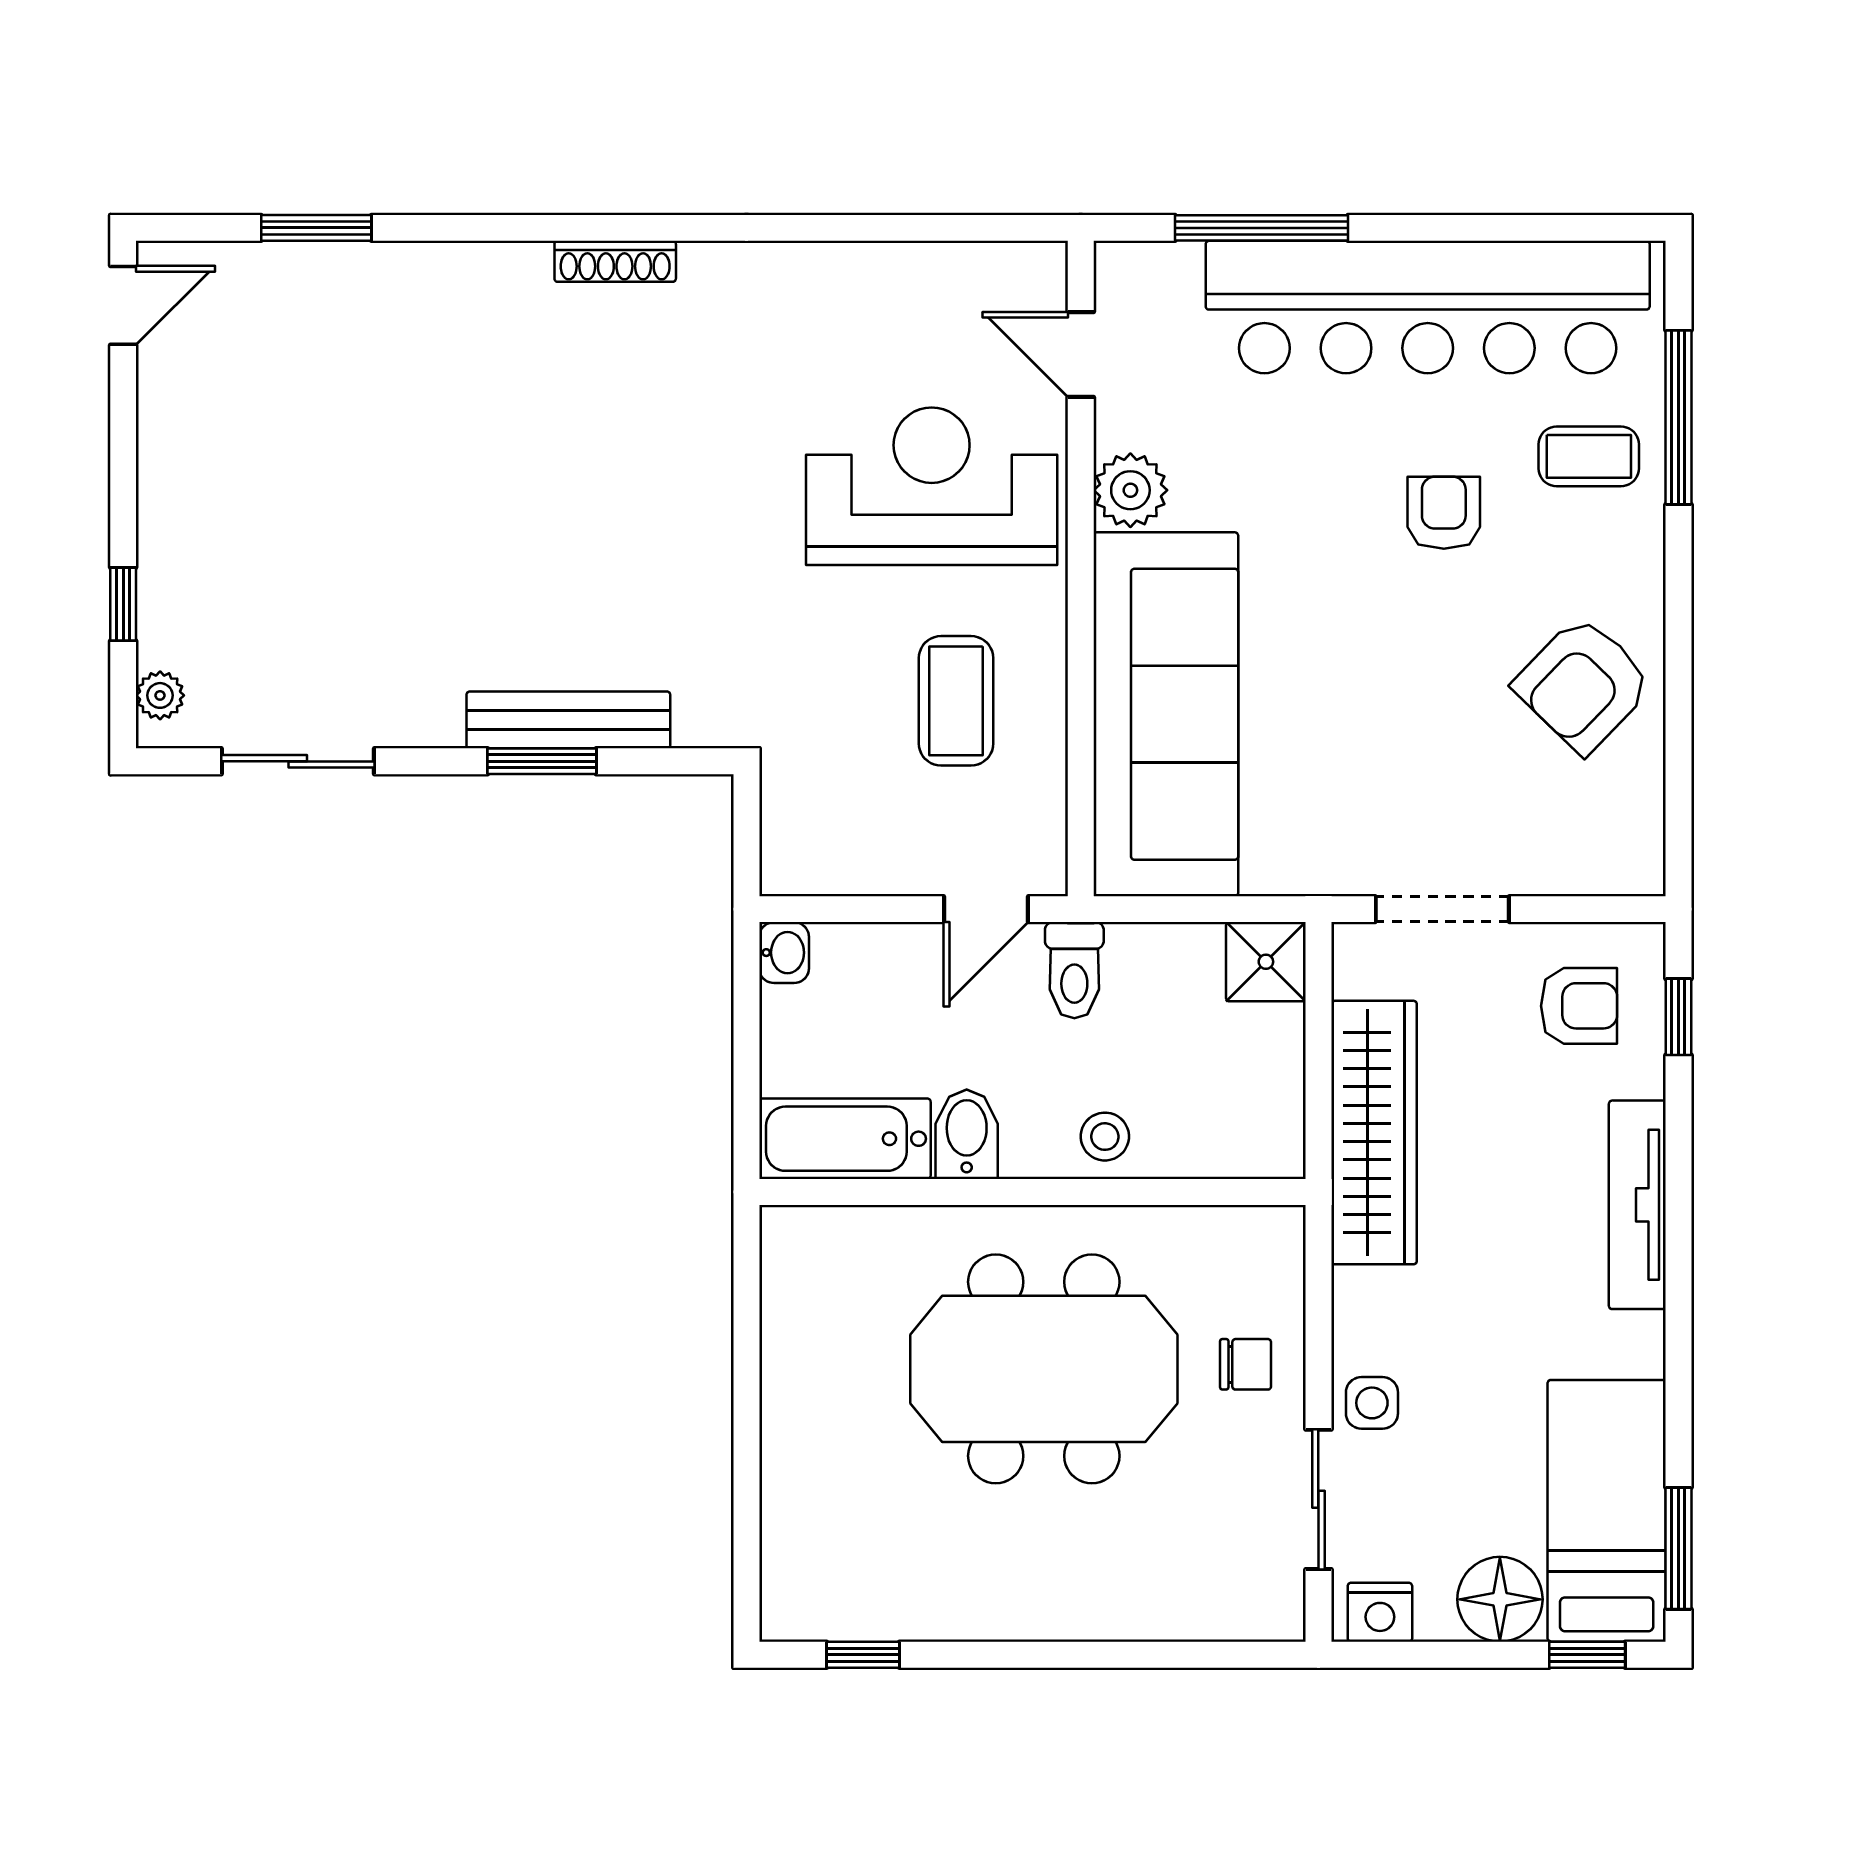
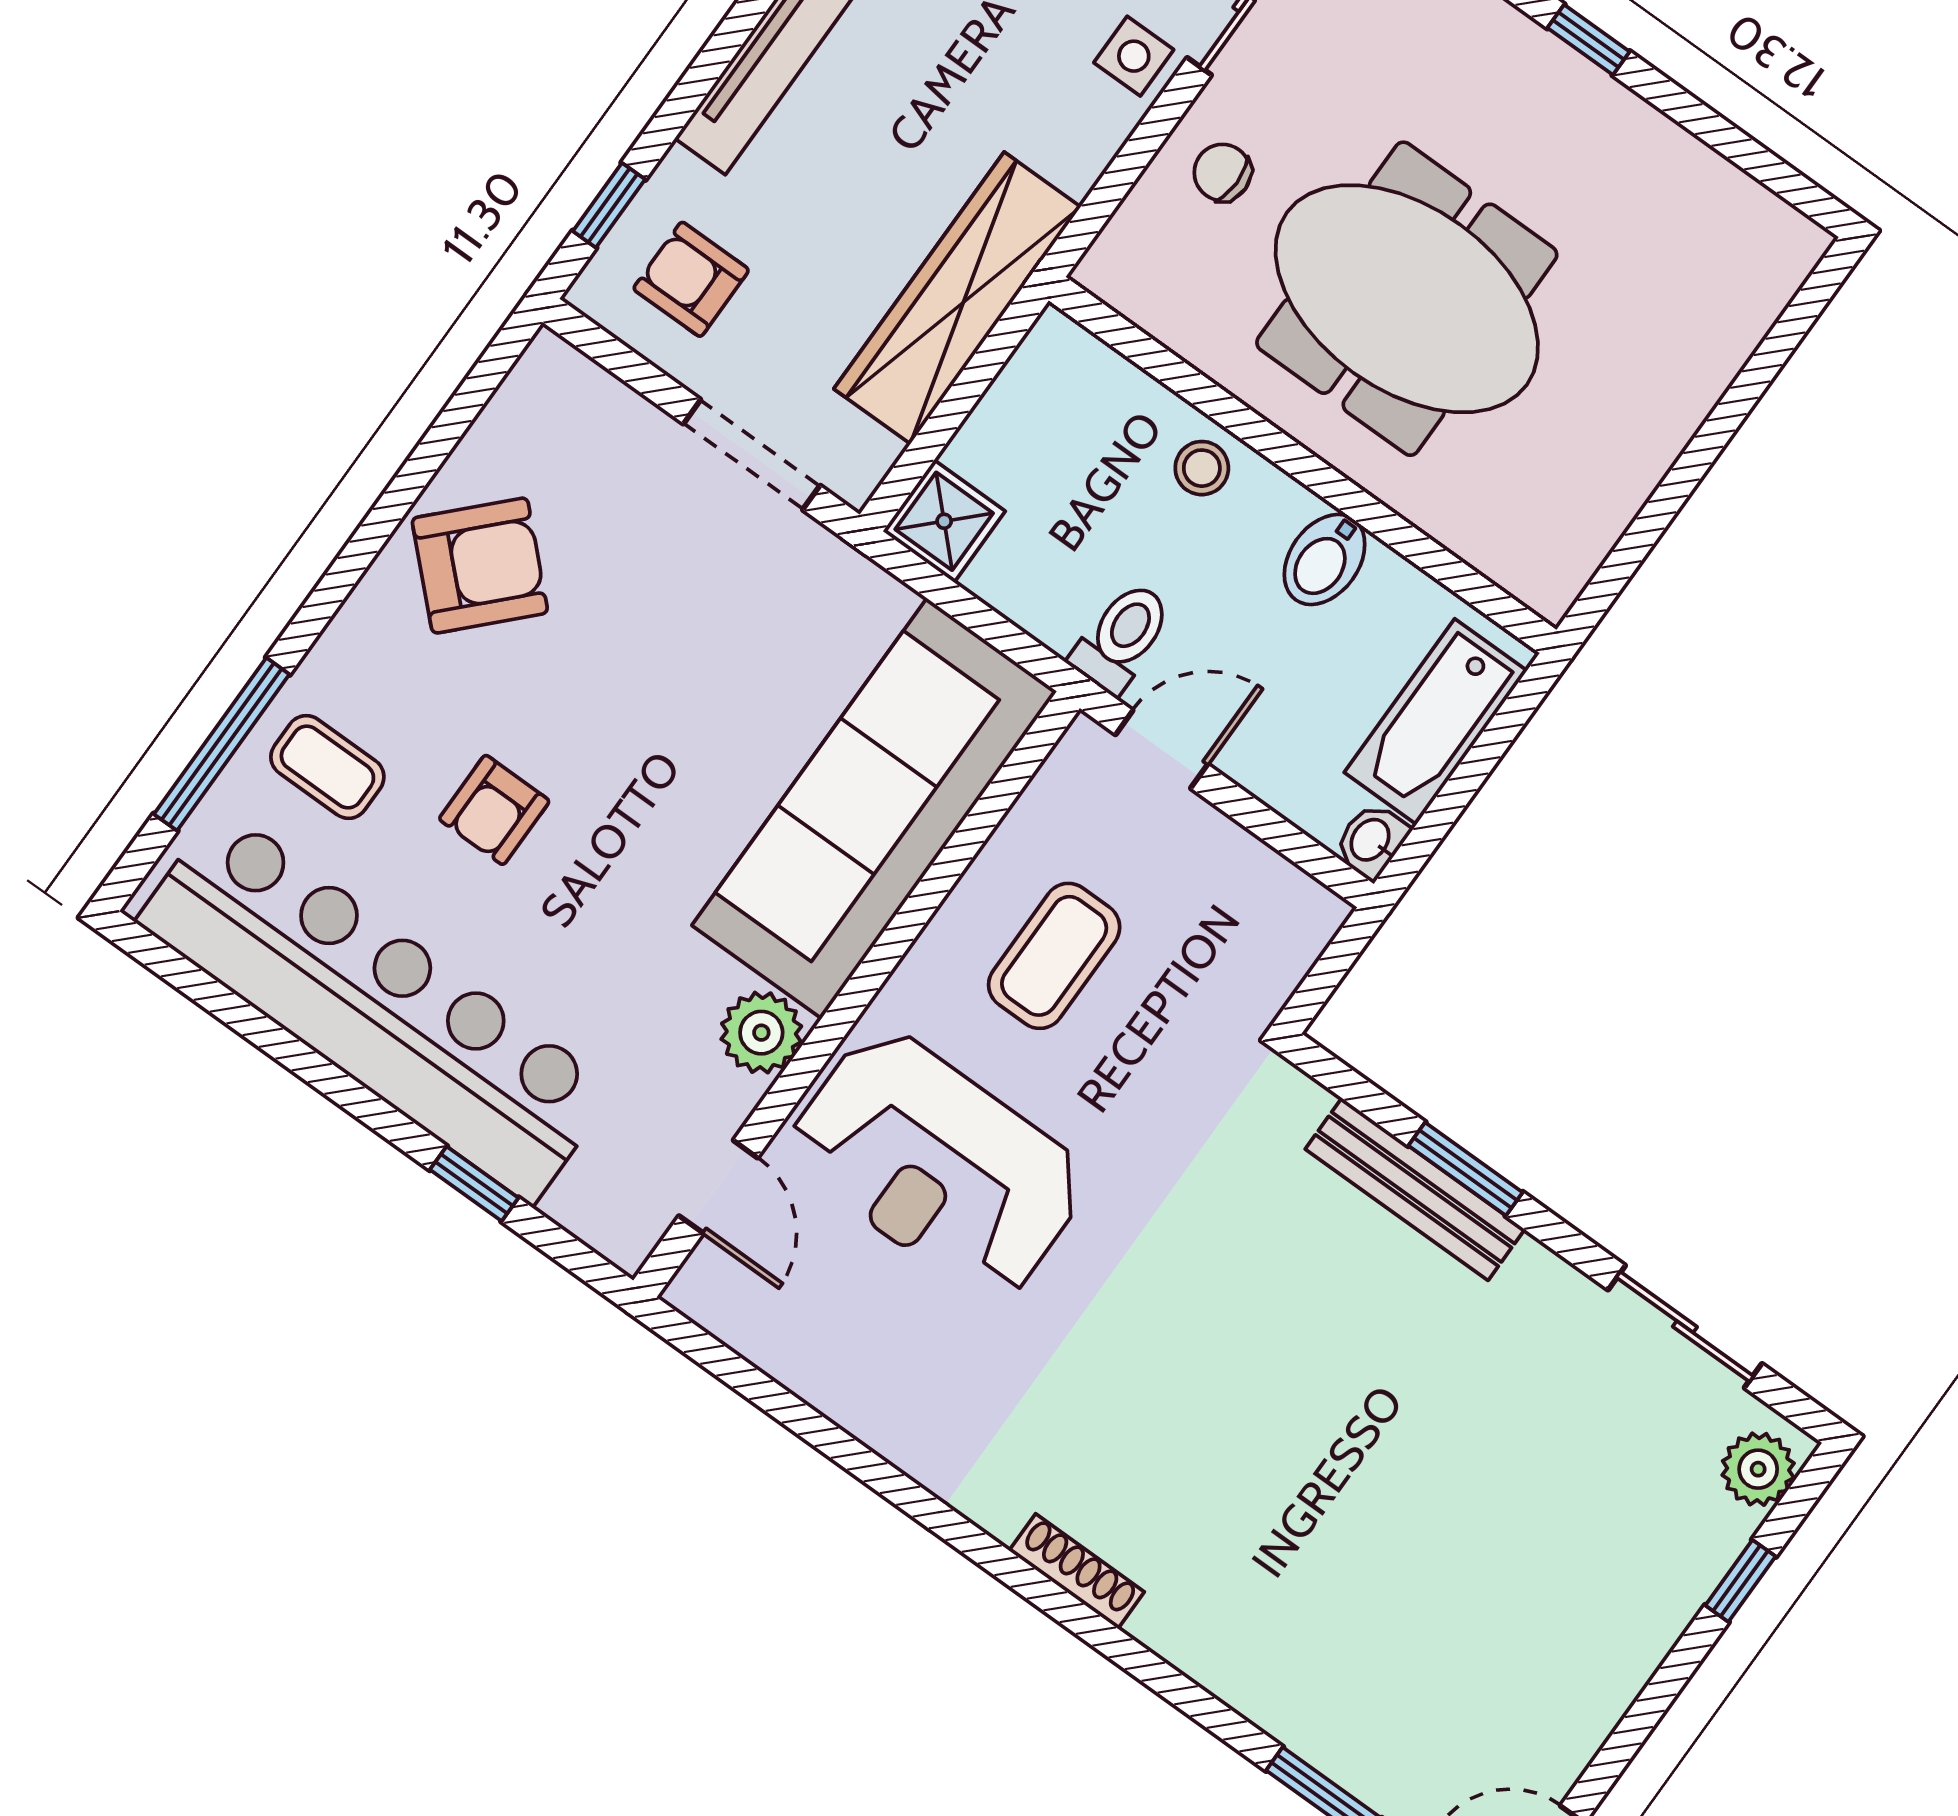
window: (1261, 228) -> (474, 1184), width x0.46
plant: (160, 695) -> (1758, 1469), width x1.38, depth x1.38
bathtub: (845, 1139) -> (1436, 722), moved, turned 90
window: (863, 1655) -> (1588, 40), moved

